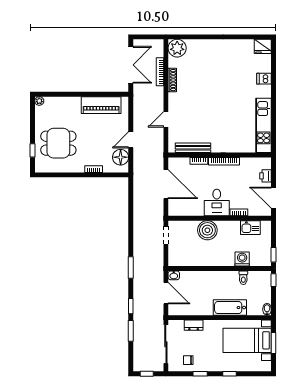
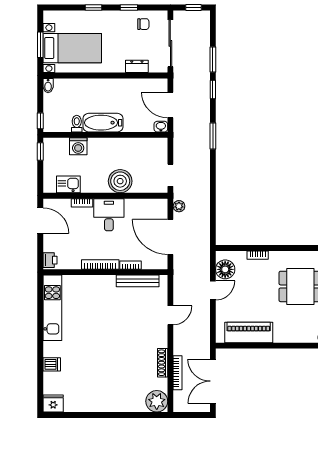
printer: (265, 176) -> (50, 260), moved
plant: (159, 210) -> (179, 206), added
bathtub: (230, 308) -> (103, 123), moved, turned 180

